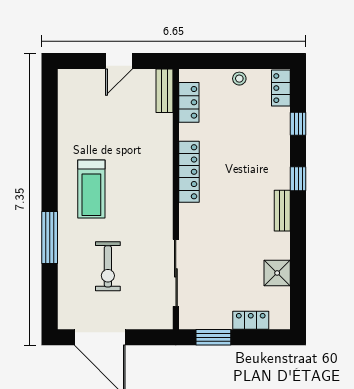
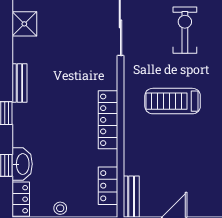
washbasin: (279, 125) -> (22, 164), added
treadmill: (91, 189) -> (173, 101), moved, turned -90

